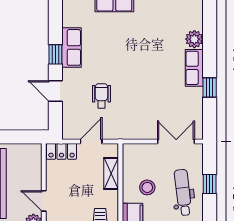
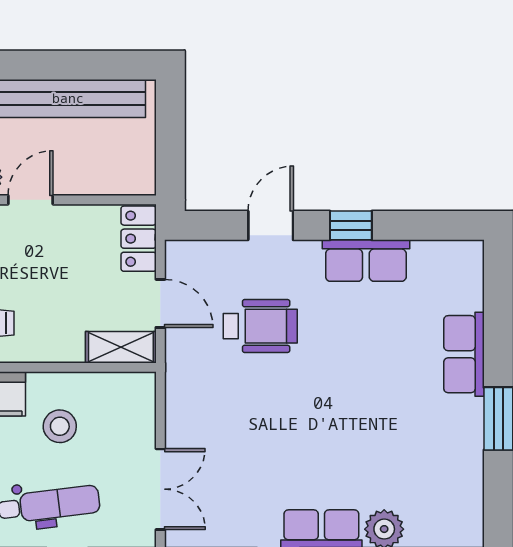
wheelchair: (101, 96) -> (260, 326), width x1.36, depth x1.37
shelving: (111, 174) -> (121, 347), moved

